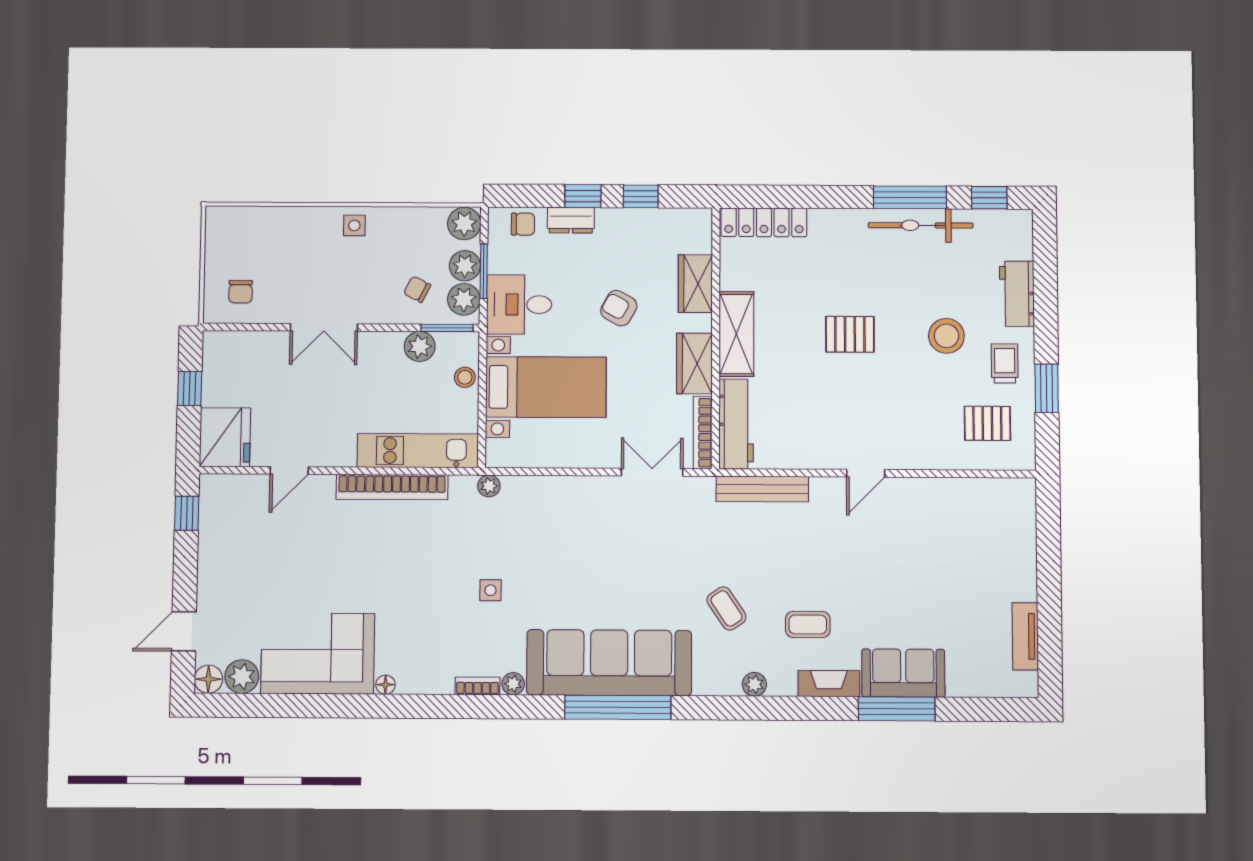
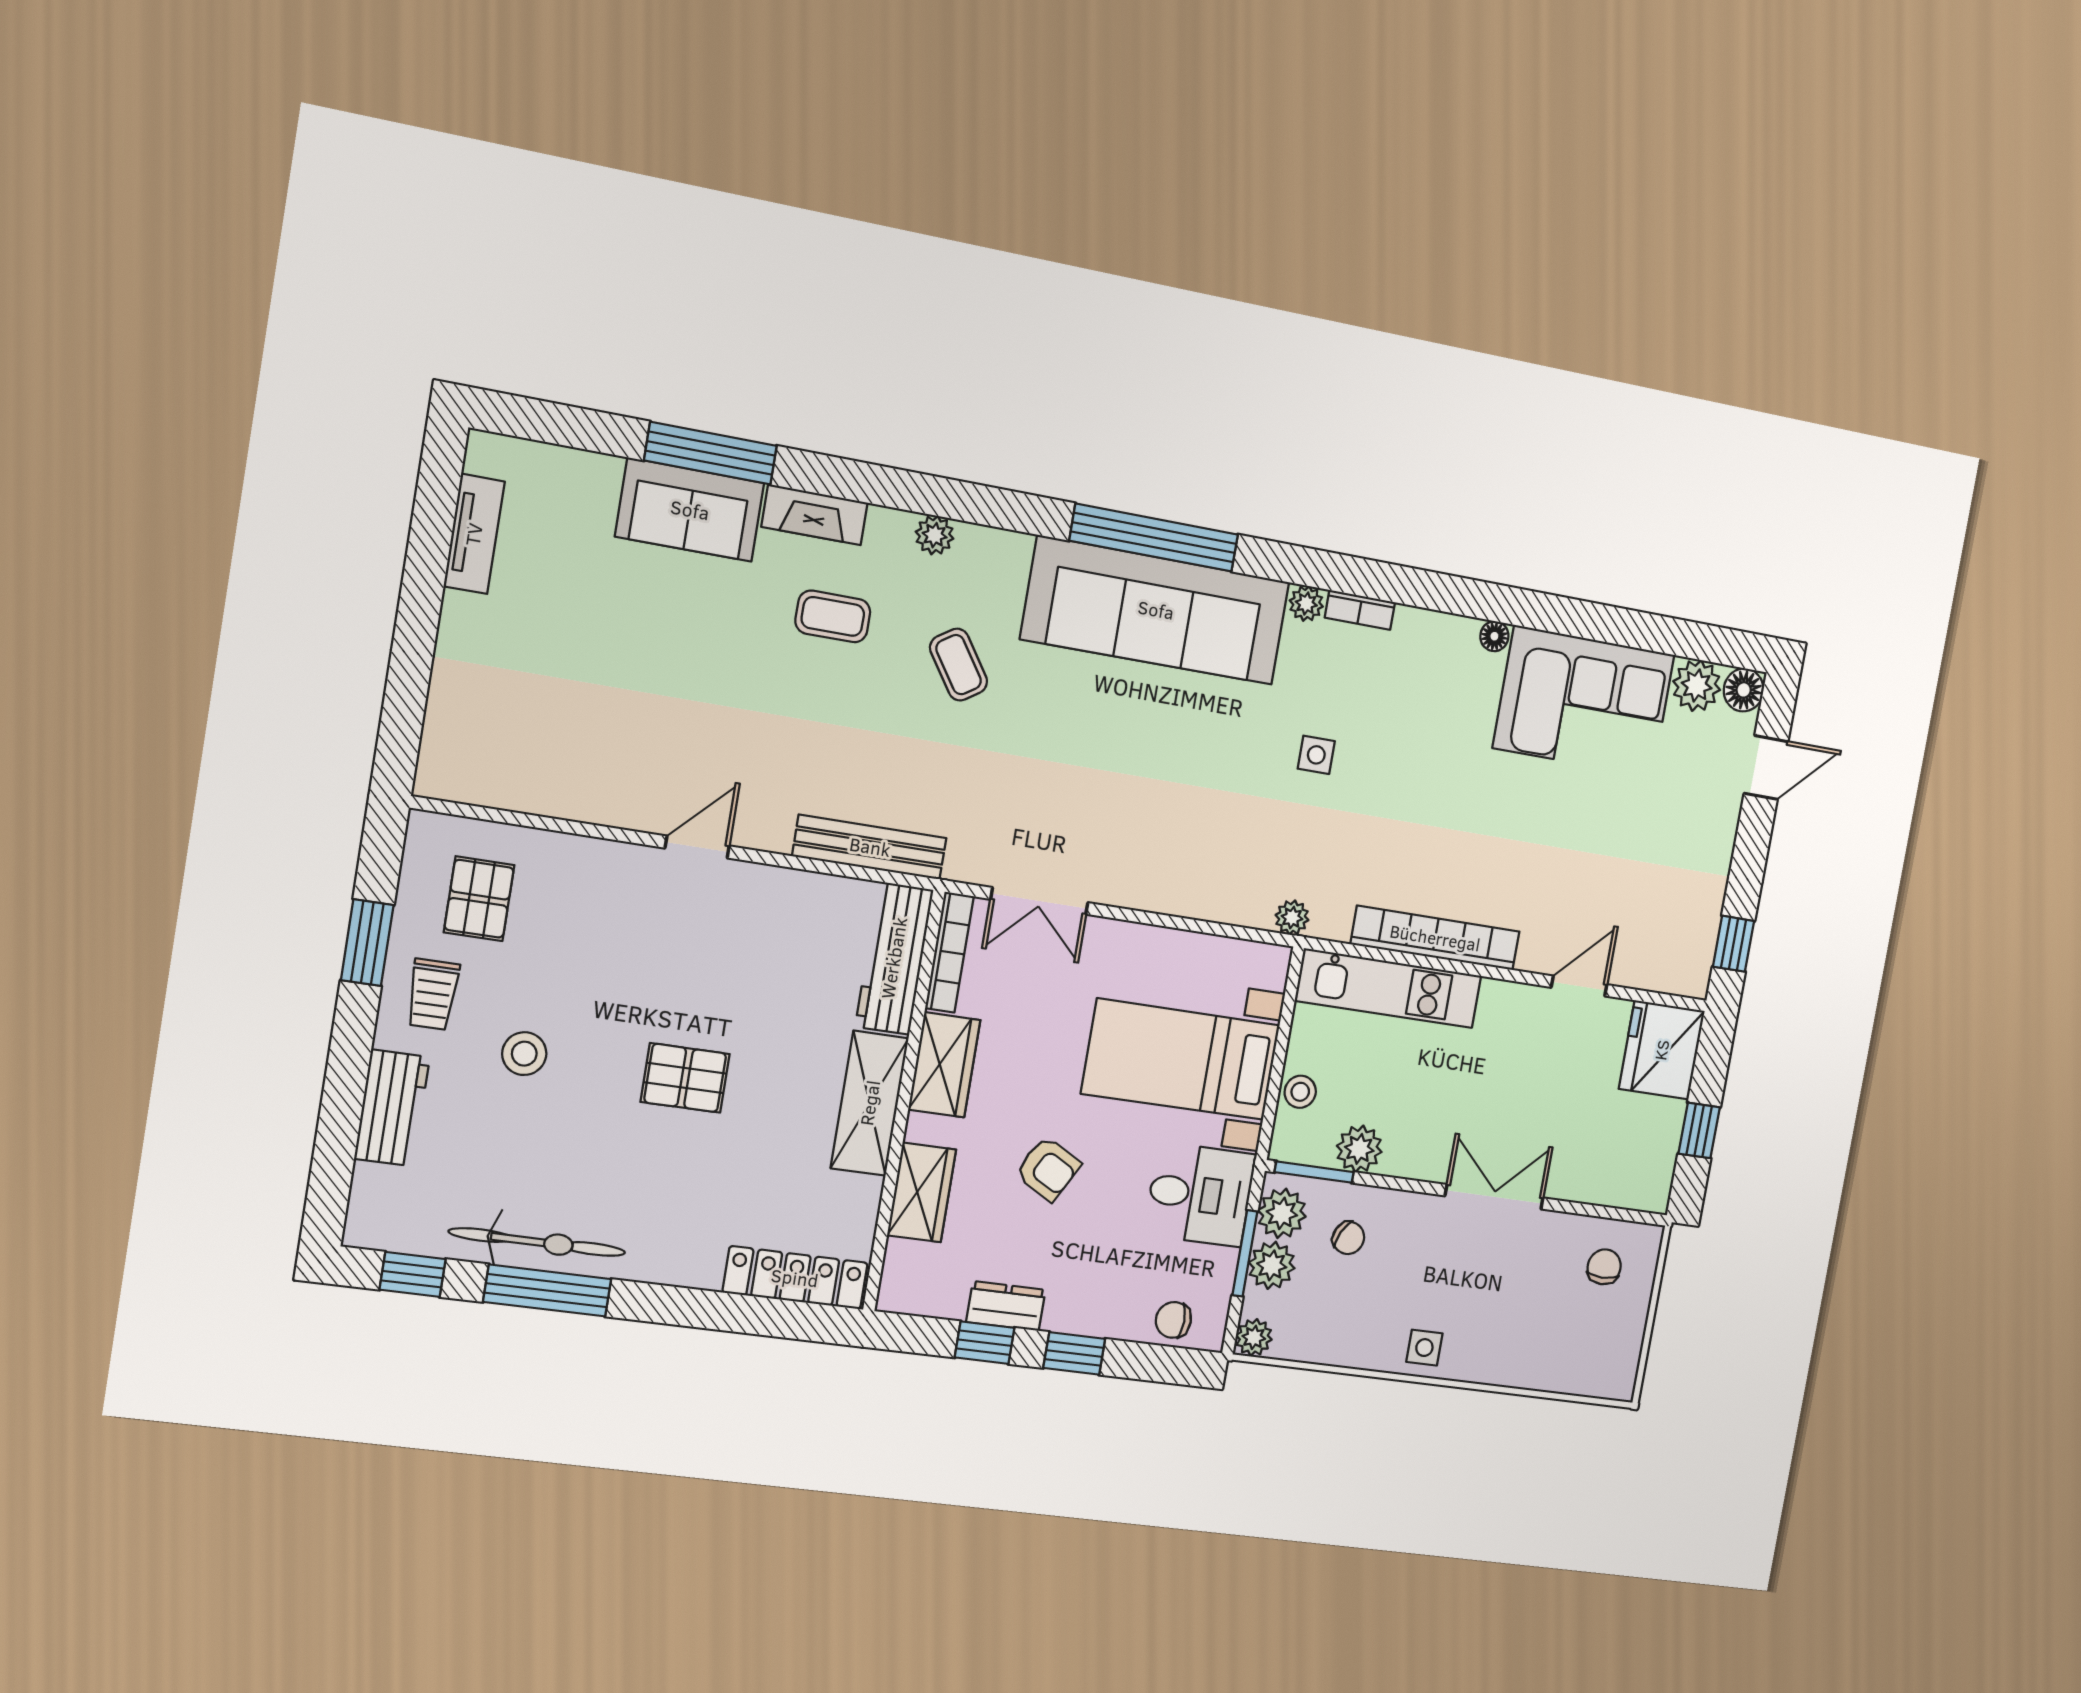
dresser: (571, 220) -> (1006, 1306), moved
plant: (464, 224) -> (1254, 1337), width x0.73, depth x0.73
stool: (946, 336) -> (524, 1054), width x0.73, depth x0.73
pallet: (987, 423) -> (479, 899), turned 90

